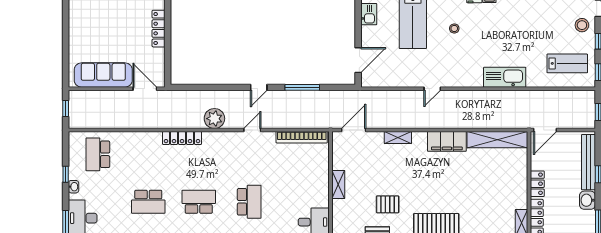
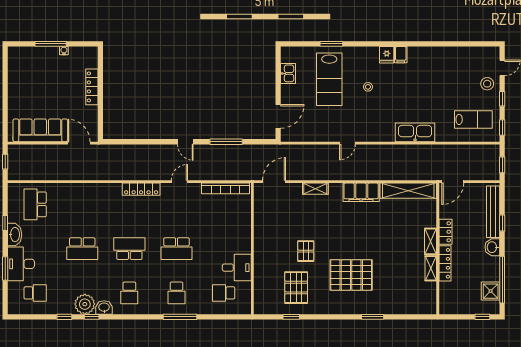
door: (259, 87) -> (185, 142), hinge flipped
plant: (214, 119) -> (144, 171), removed
locker: (182, 138) -> (141, 189), moved
shelving: (338, 184) -> (431, 241), moved
washbasin: (74, 187) -> (15, 235), width x1.91, depth x1.45
school desk: (249, 202) -> (176, 249), turned 90
pallet: (388, 204) -> (306, 251), turned 90

